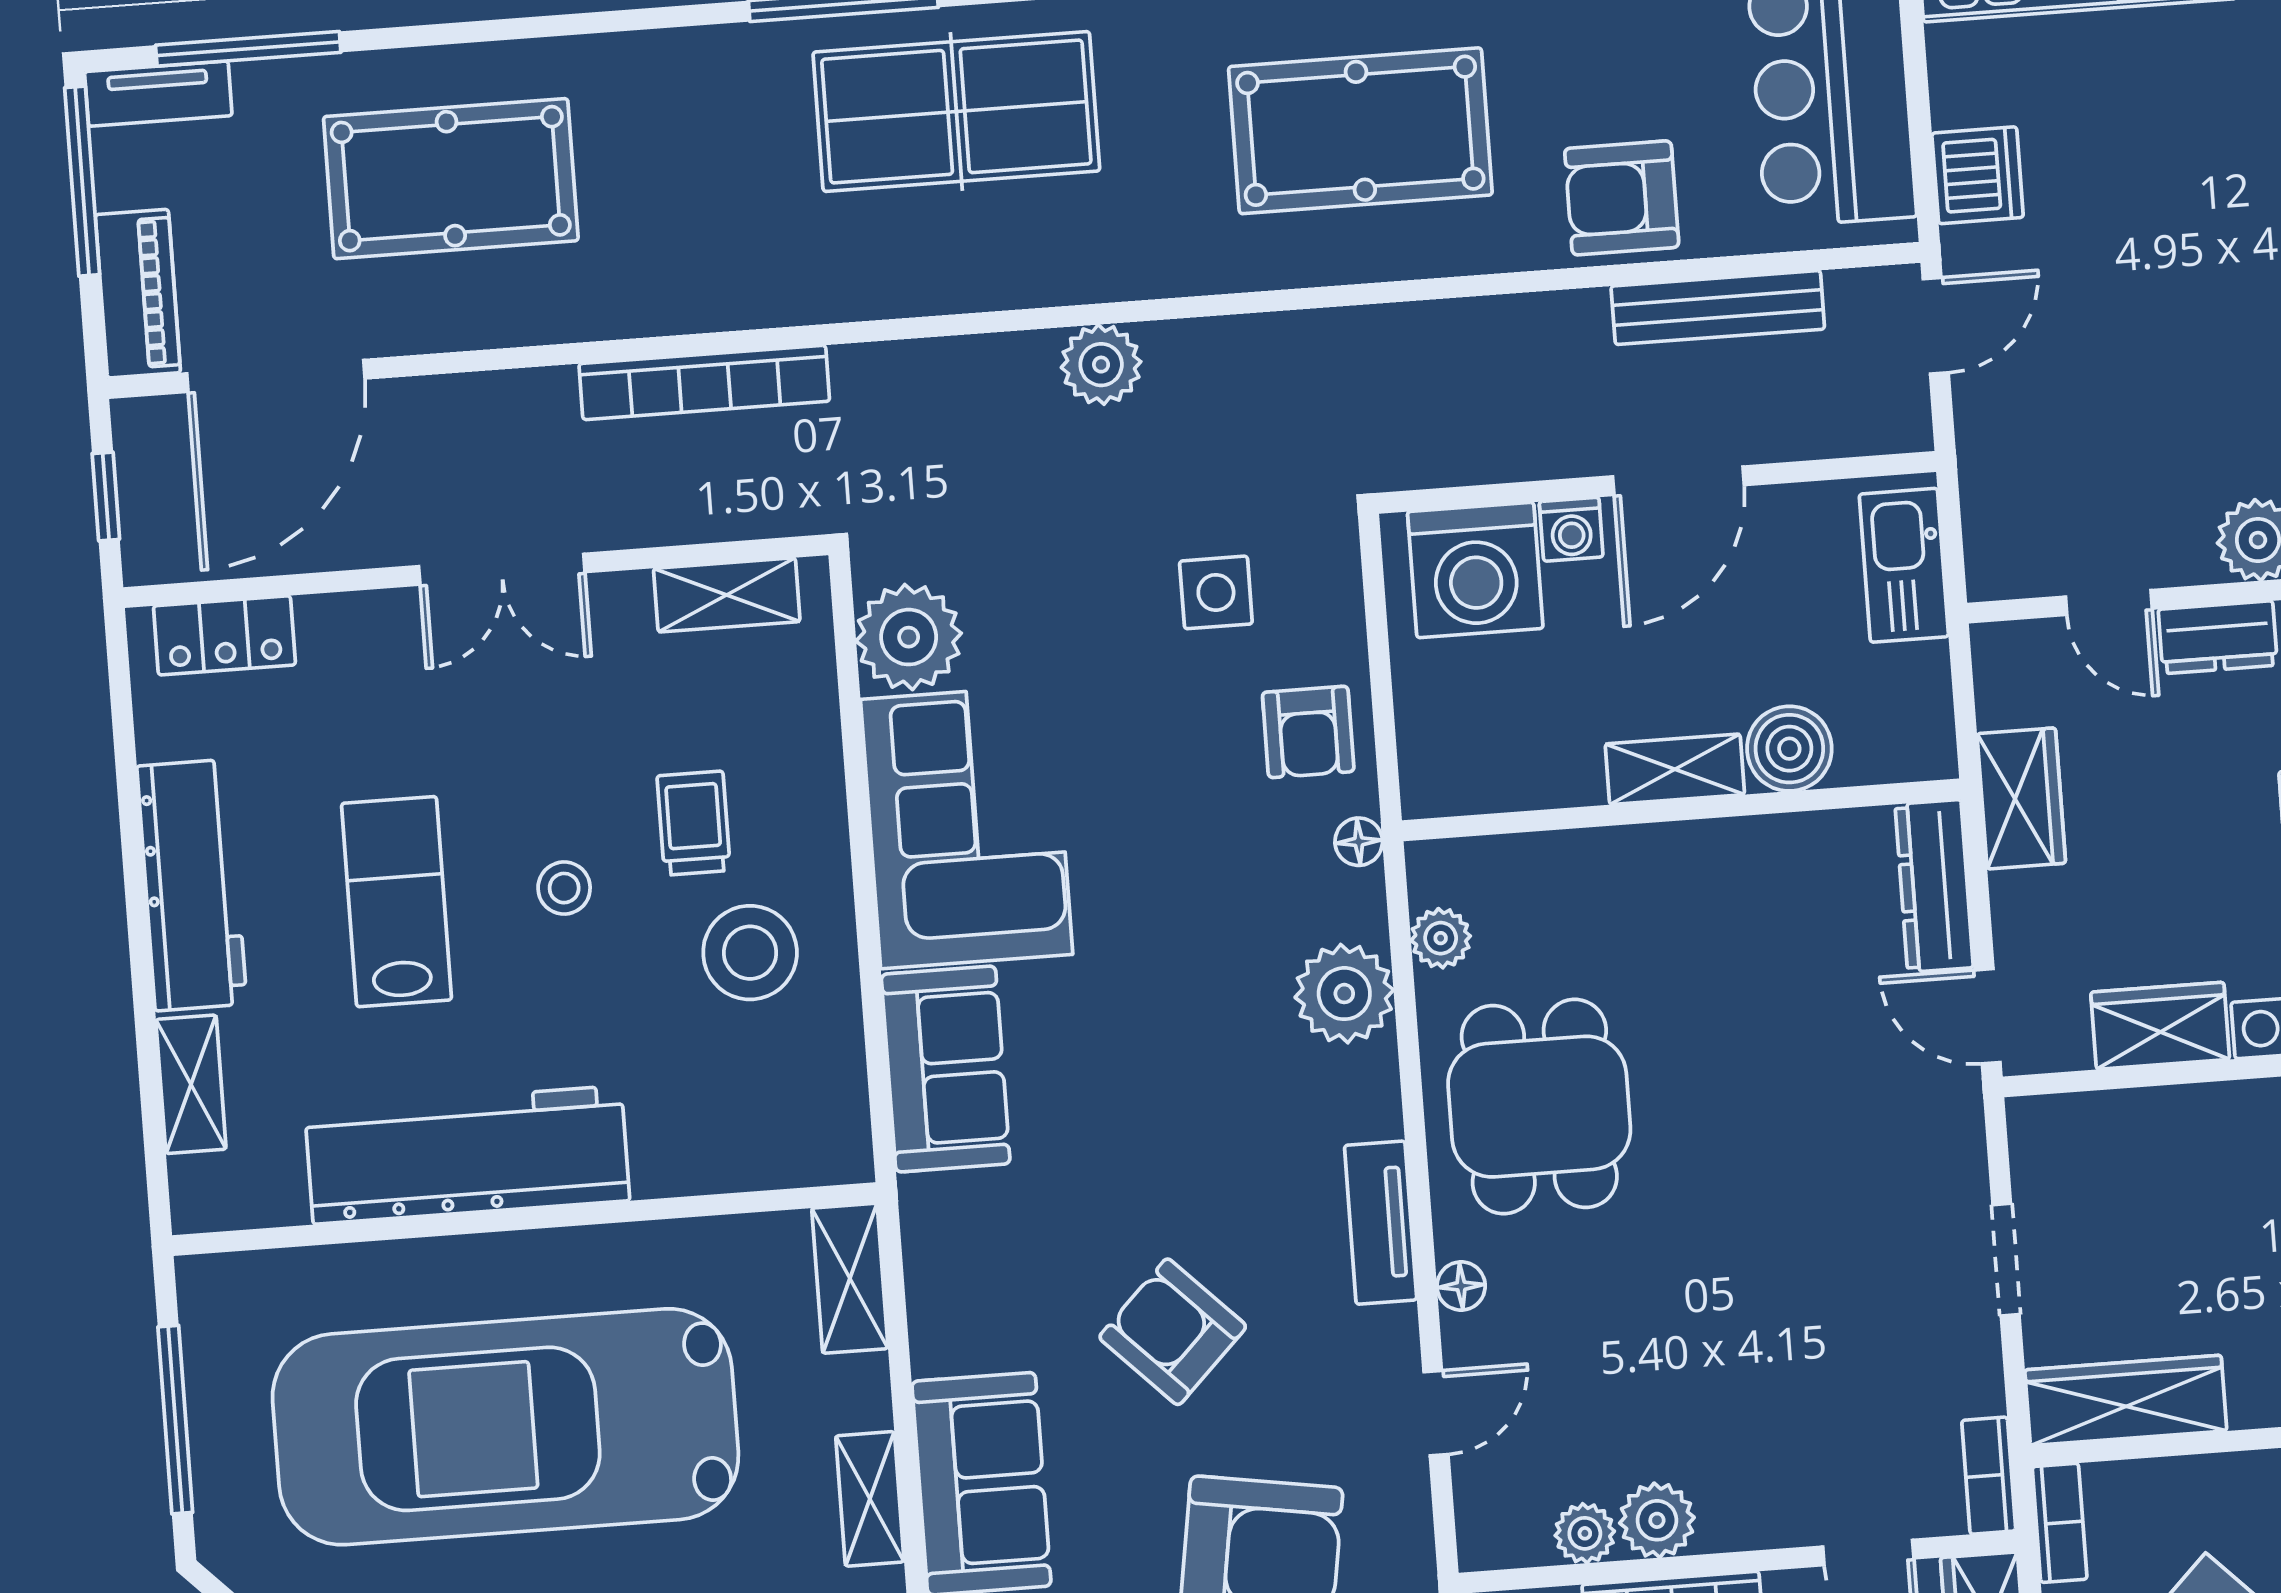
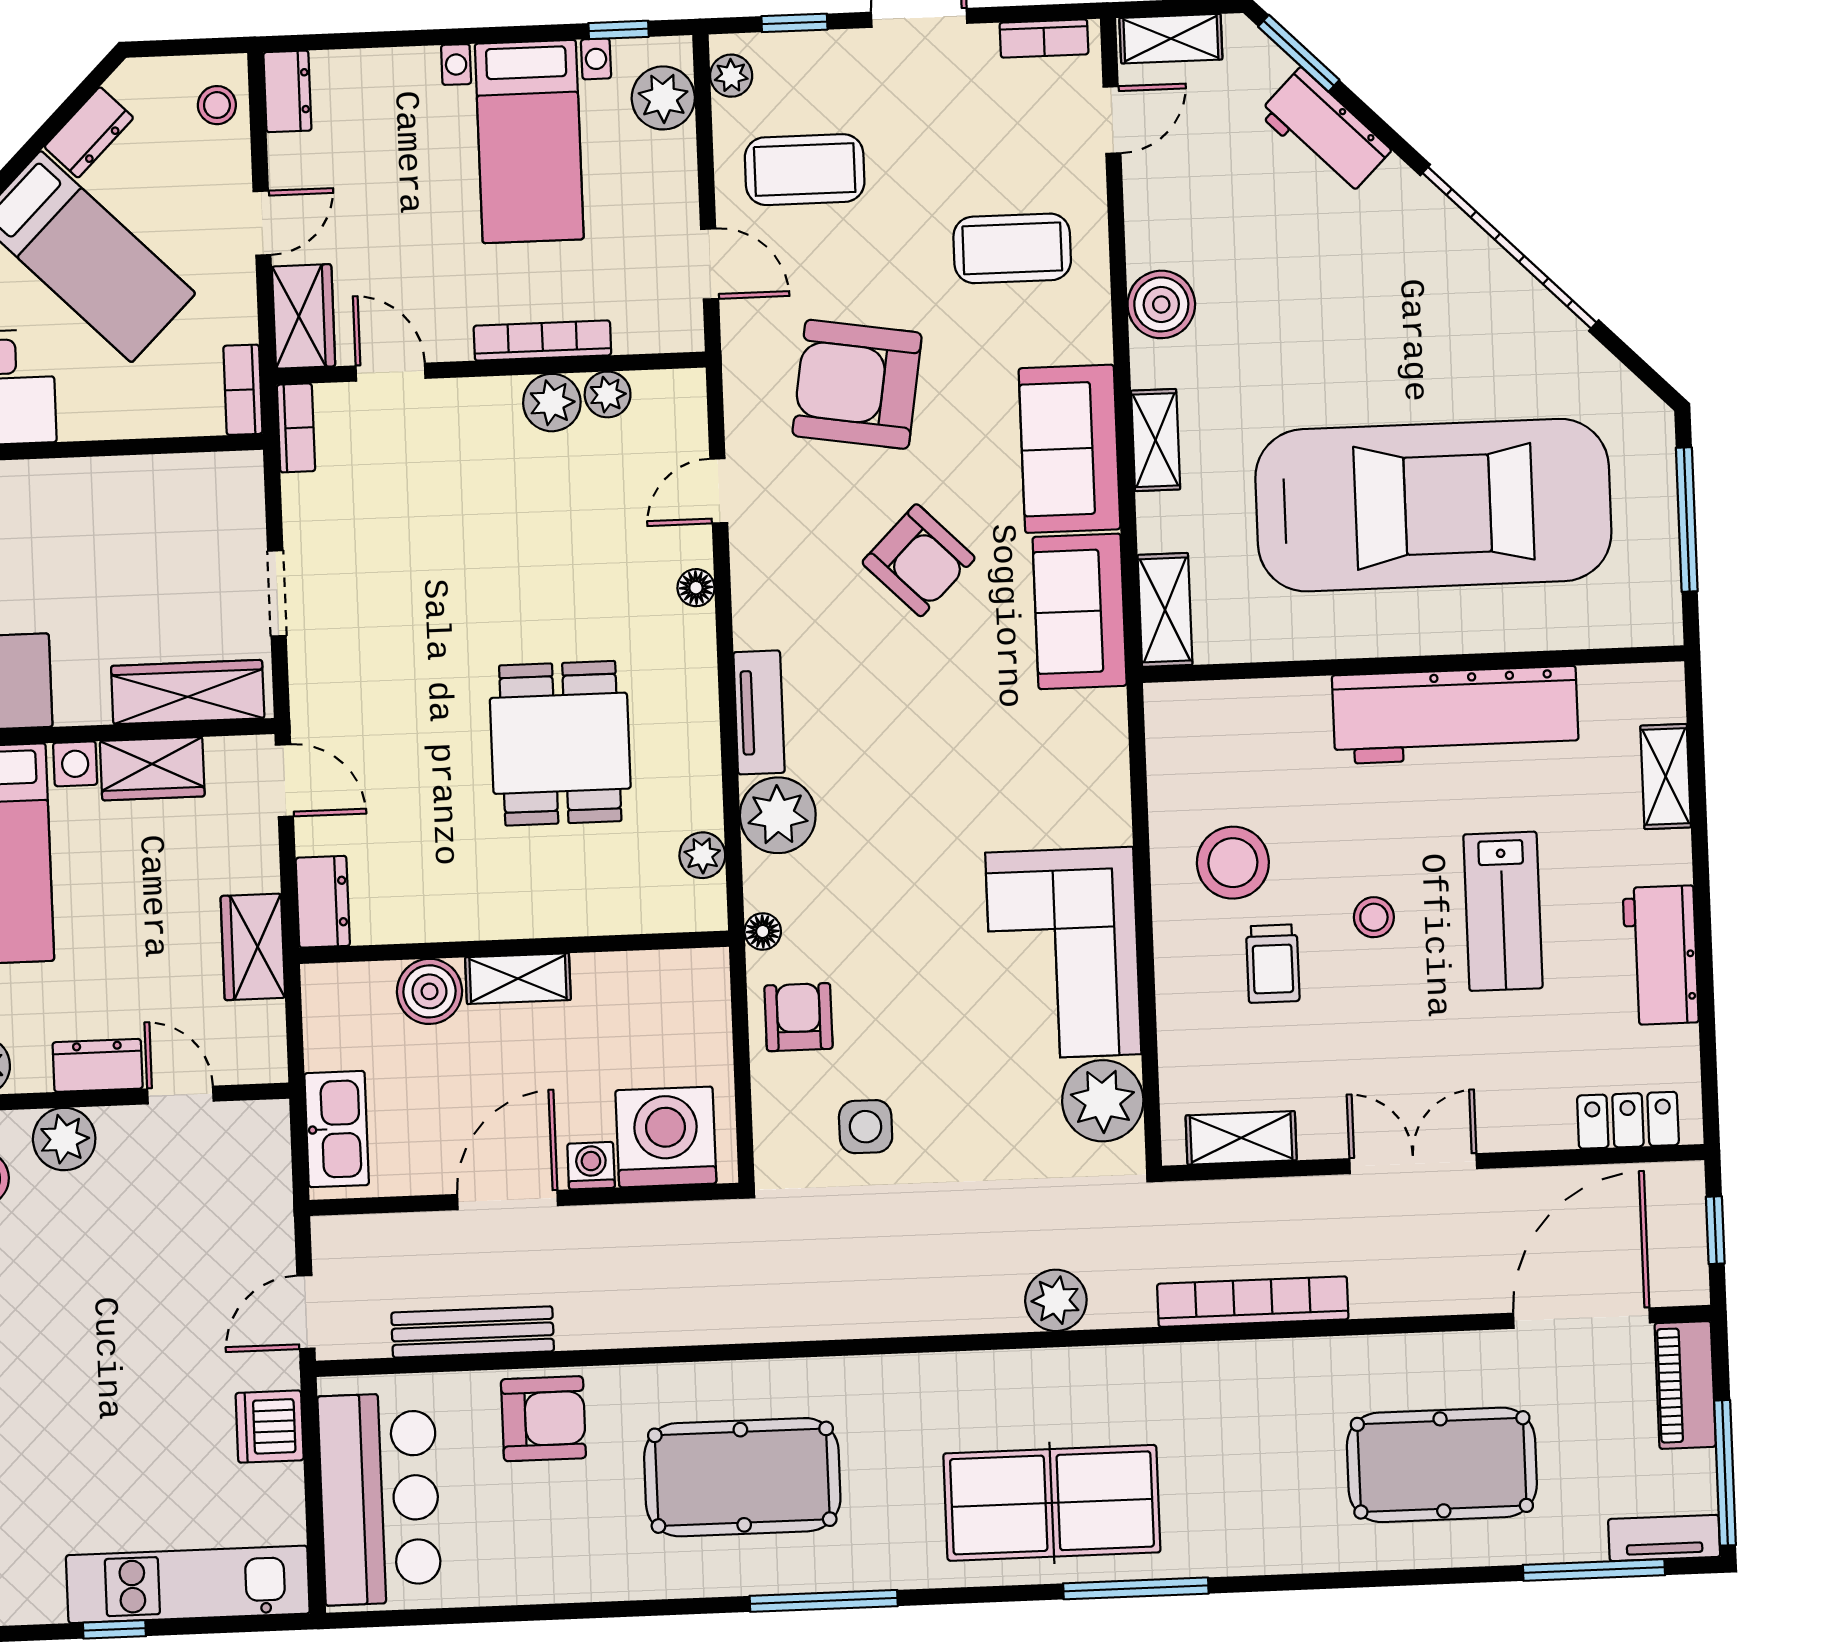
plant: (1101, 365) -> (1056, 1300), moved
workbench: (192, 885) -> (1661, 955), width x0.73
dresser: (1934, 886) -> (323, 902), width x0.70
sofa: (946, 1069) -> (1080, 611), moved
dining table: (1539, 1107) -> (560, 743), moved
tv unit: (1381, 1223) -> (759, 712), moved
wardrobe: (2126, 1400) -> (188, 692), moved, turned 180

